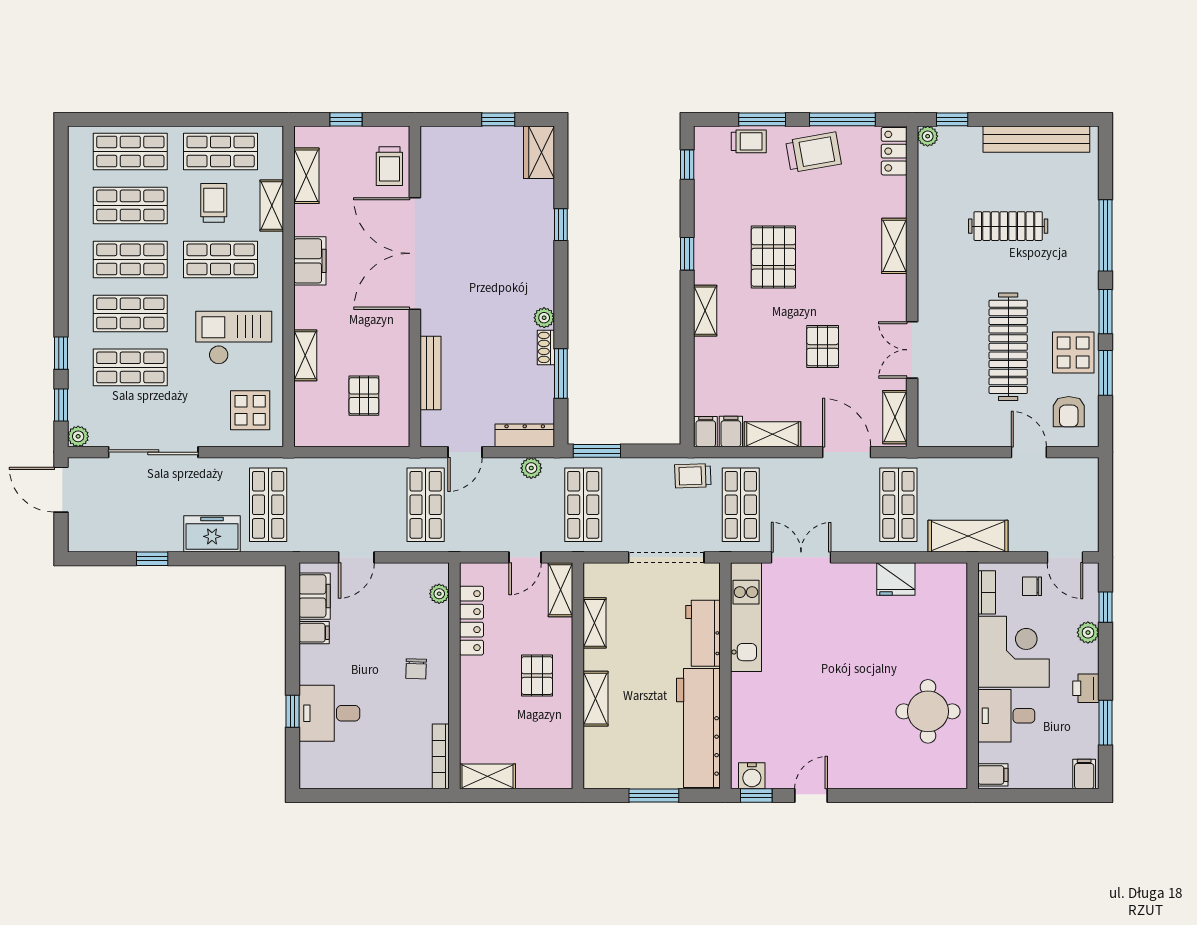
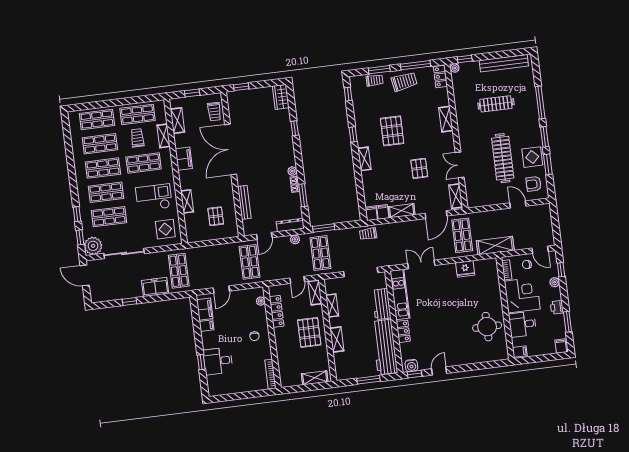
window: (498, 119) -> (241, 87), moved
armchair: (1069, 412) -> (534, 184), turned 90
plant: (78, 436) -> (93, 246), width x1.88, depth x1.88
door: (847, 452) -> (436, 215), swing flipped
shop shelf: (741, 505) -> (391, 244), removed
pallet: (537, 676) -> (309, 332), width x1.50, depth x1.42
locker: (743, 699) -> (403, 331), added
shelving: (488, 776) -> (315, 378), moved

